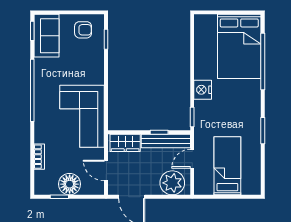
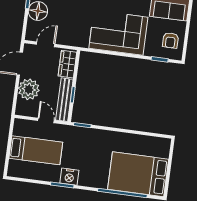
nightstand: (203, 90) -> (69, 177), moved, turned 180
corner sofa: (82, 116) -> (118, 33), moved
plant: (172, 183) -> (29, 89), moved

